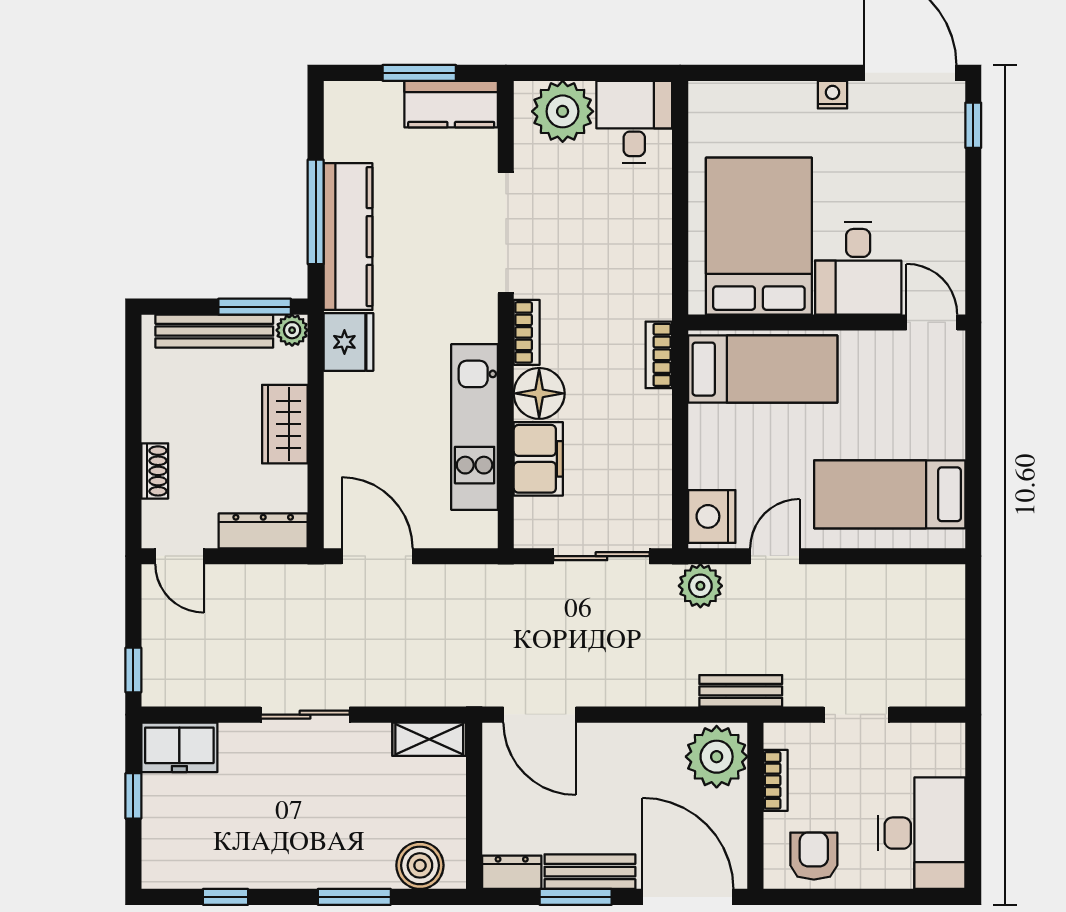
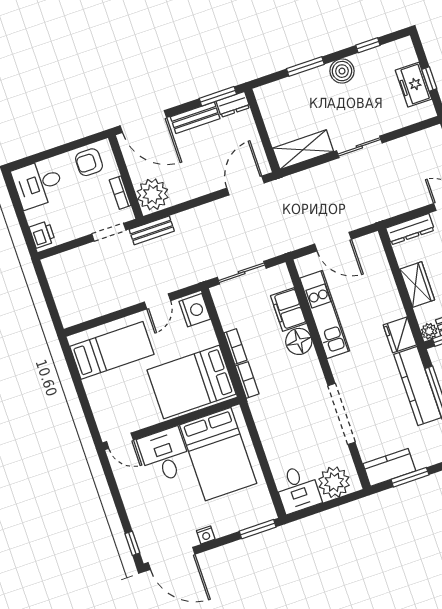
window: (733, 73) -> (258, 529), added
bookcase: (527, 332) -> (236, 347), moved, turned 180
bed: (763, 369) -> (192, 382), width x1.50
door: (377, 556) -> (333, 242), moved
plant: (700, 586) -> (189, 275), removed
door: (540, 715) -> (245, 186), hinge flipped
doorway: (857, 715) -> (109, 232), moved
shelving: (429, 739) -> (303, 150), width x1.50, depth x1.33
freezer: (179, 747) -> (413, 85), moved, turned -90
printer: (945, 752) -> (42, 234), added
desk: (921, 833) -> (38, 184), width x0.73
armchair: (814, 856) -> (89, 162), turned 90
boiler: (420, 865) -> (342, 71), moved
window: (576, 897) -> (218, 96), moved

